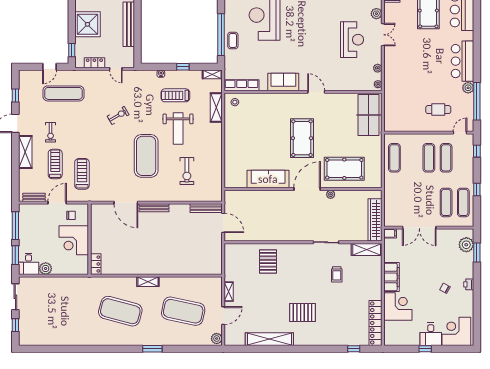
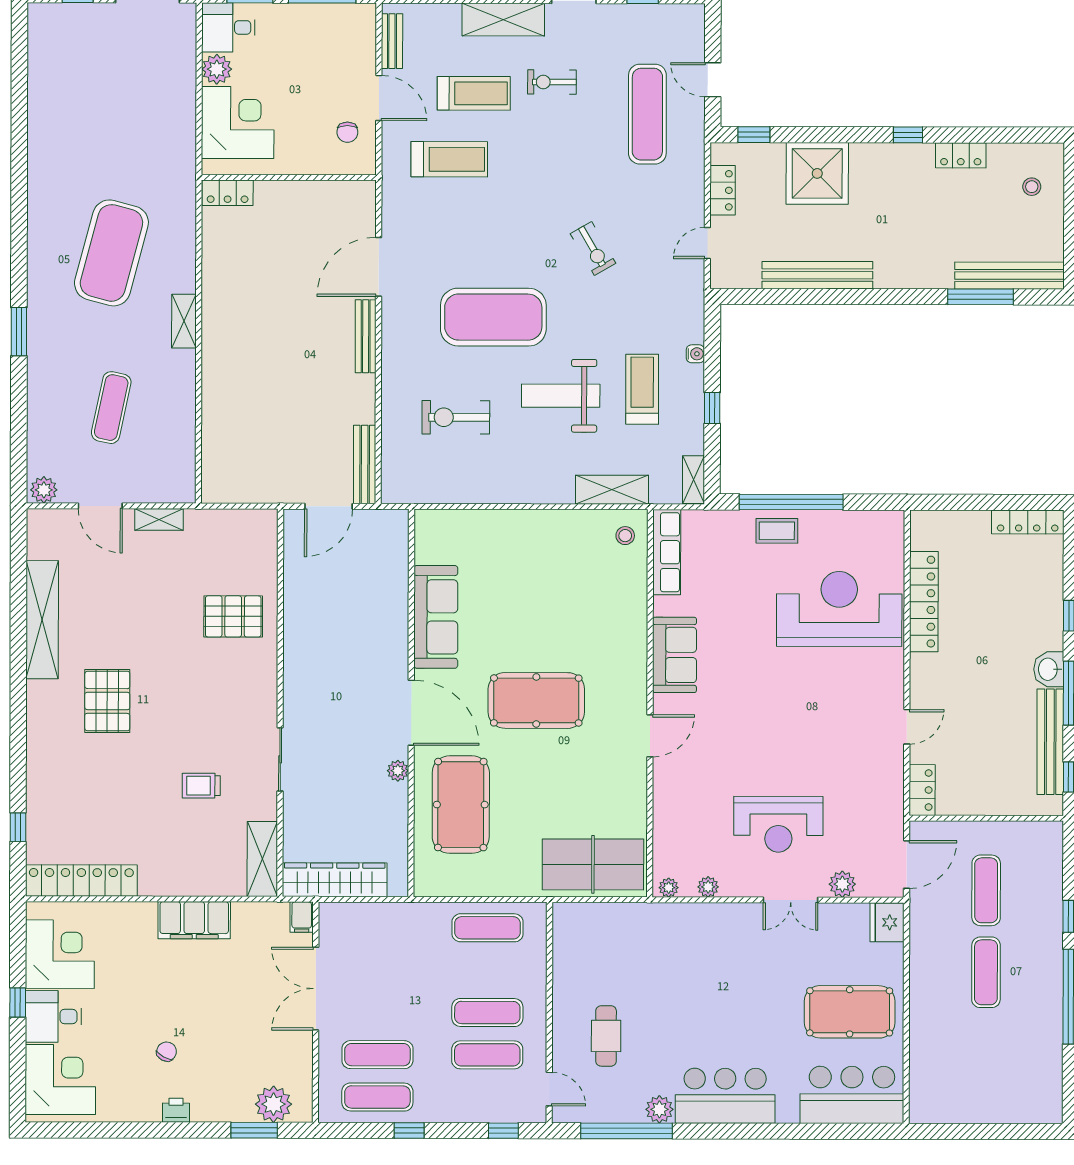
corner desk: (74, 240) -> (238, 122), moved, turned 90
corner desk: (398, 307) -> (60, 954), moved, turned -90
exercise mat: (183, 311) -> (111, 408), width x0.50, depth x0.69

